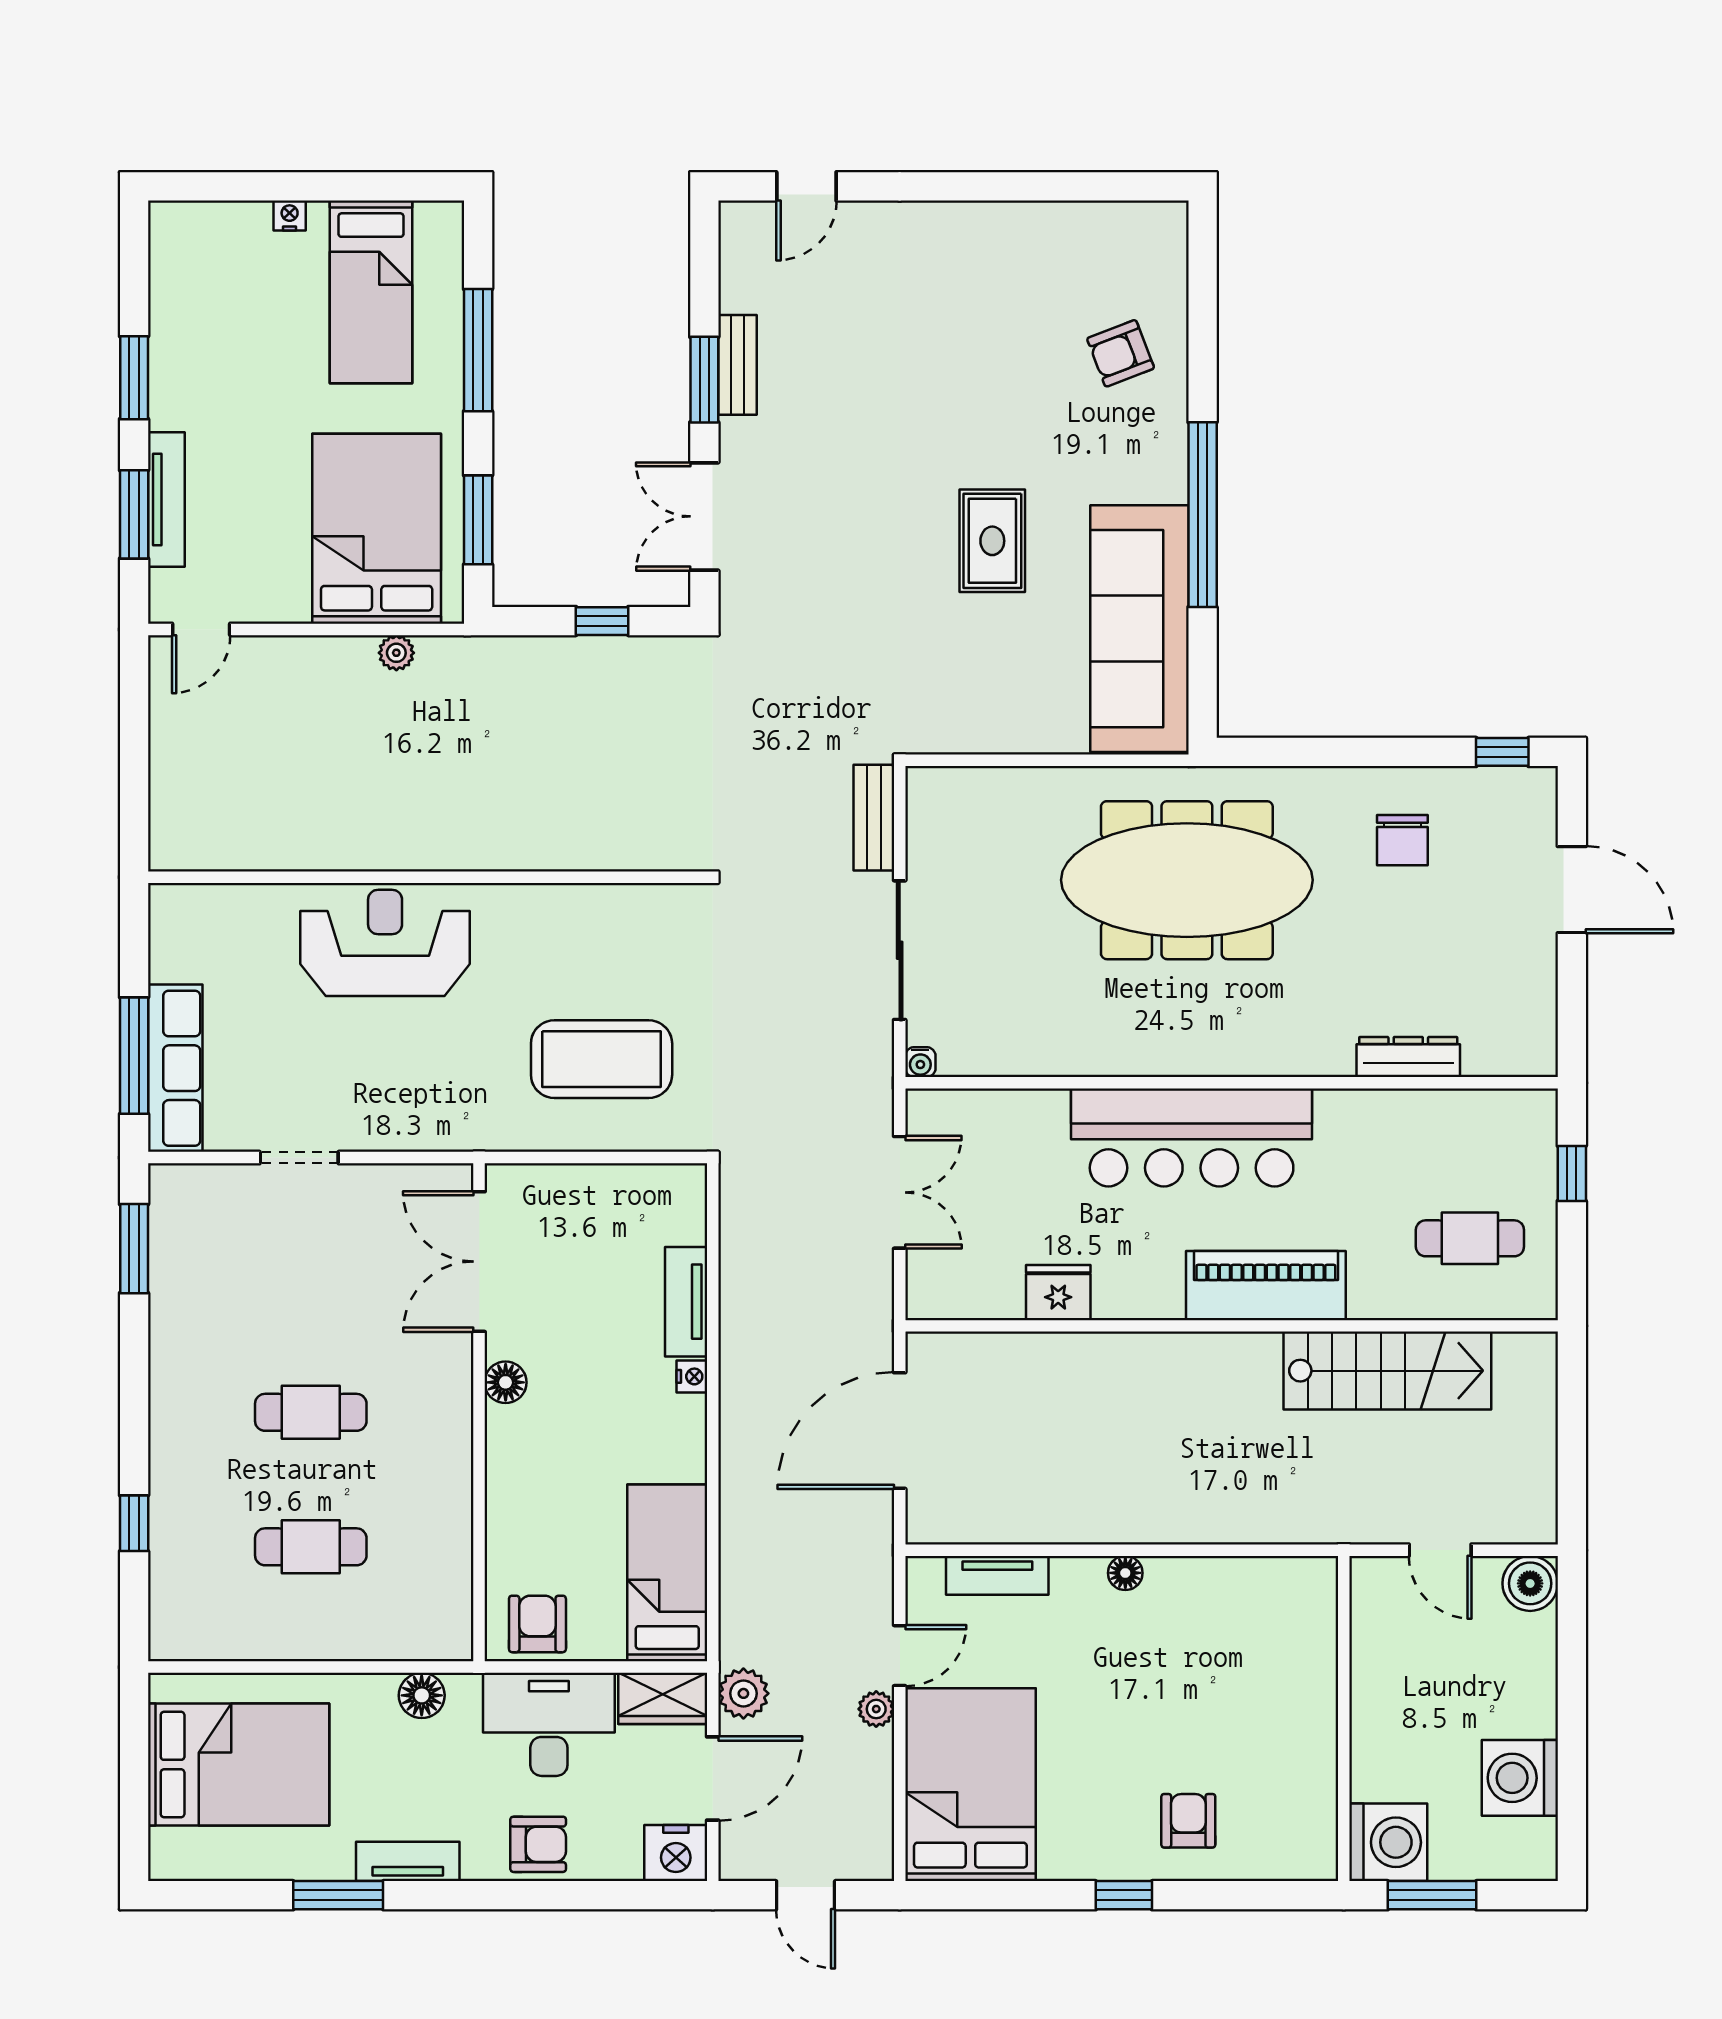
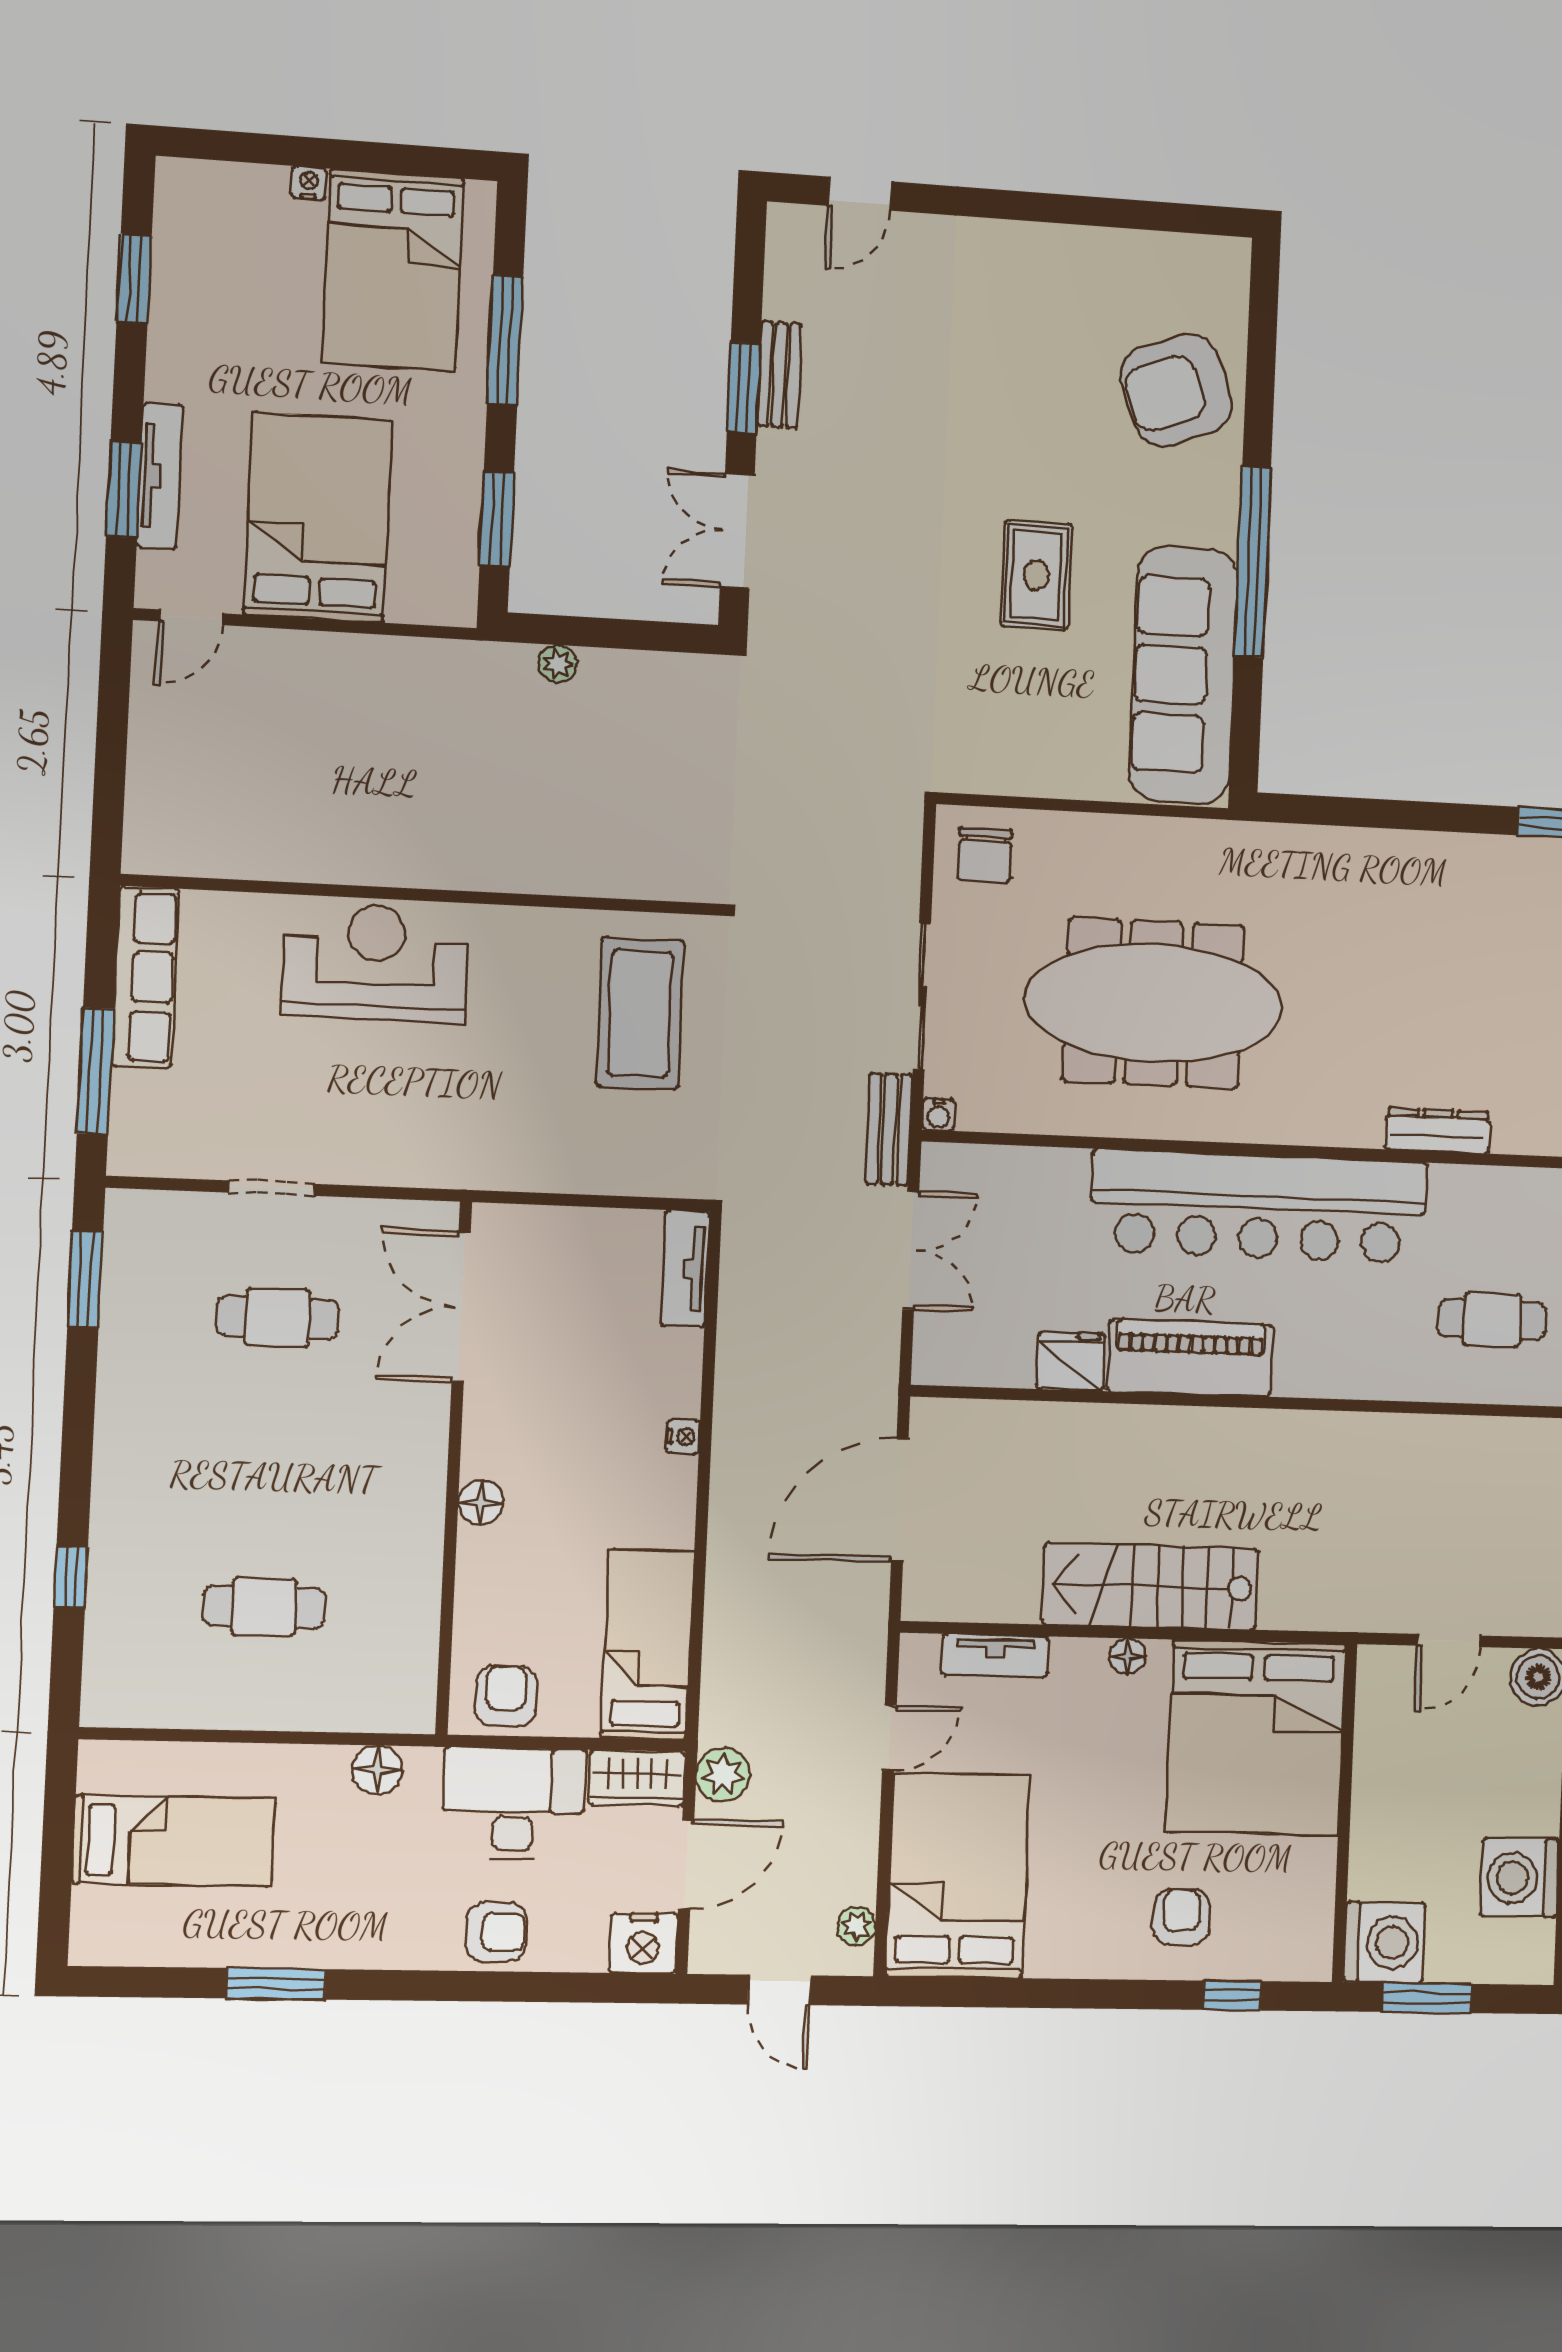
bed: (371, 292) -> (393, 270), width x1.50
armchair: (1121, 353) -> (1176, 390), width x1.88, depth x1.88
window: (134, 378) -> (134, 279), moved
bed: (377, 529) -> (318, 517), moved
window: (602, 621) -> (624, 634), removed
plant: (396, 653) -> (558, 664), moved
bench: (874, 818) -> (889, 1129), moved
chair: (1402, 840) -> (985, 855), moved
meeting table: (1187, 880) -> (1154, 1003), moved
coffee table: (602, 1059) -> (640, 1013), moved, turned 90
row of seats: (175, 1068) -> (145, 977), moved
bar counter: (1192, 1137) -> (1259, 1206), width x1.36
piano: (1266, 1286) -> (1190, 1358), moved
tv unit: (686, 1302) -> (685, 1269), moved
stairs: (1387, 1371) -> (1151, 1586), moved, turned 180
floor lamp: (506, 1382) -> (481, 1502), moved
cafe table: (311, 1412) -> (278, 1318), moved
door: (1440, 1550) -> (1449, 1641), hinge flipped
bed: (1254, 1648) -> (1256, 1737), added
plant: (876, 1709) -> (857, 1926), moved
bed: (239, 1765) -> (174, 1841), width x0.67
tv unit: (408, 1861) -> (354, 1948), removed
window: (1124, 1895) -> (1232, 1996), moved

